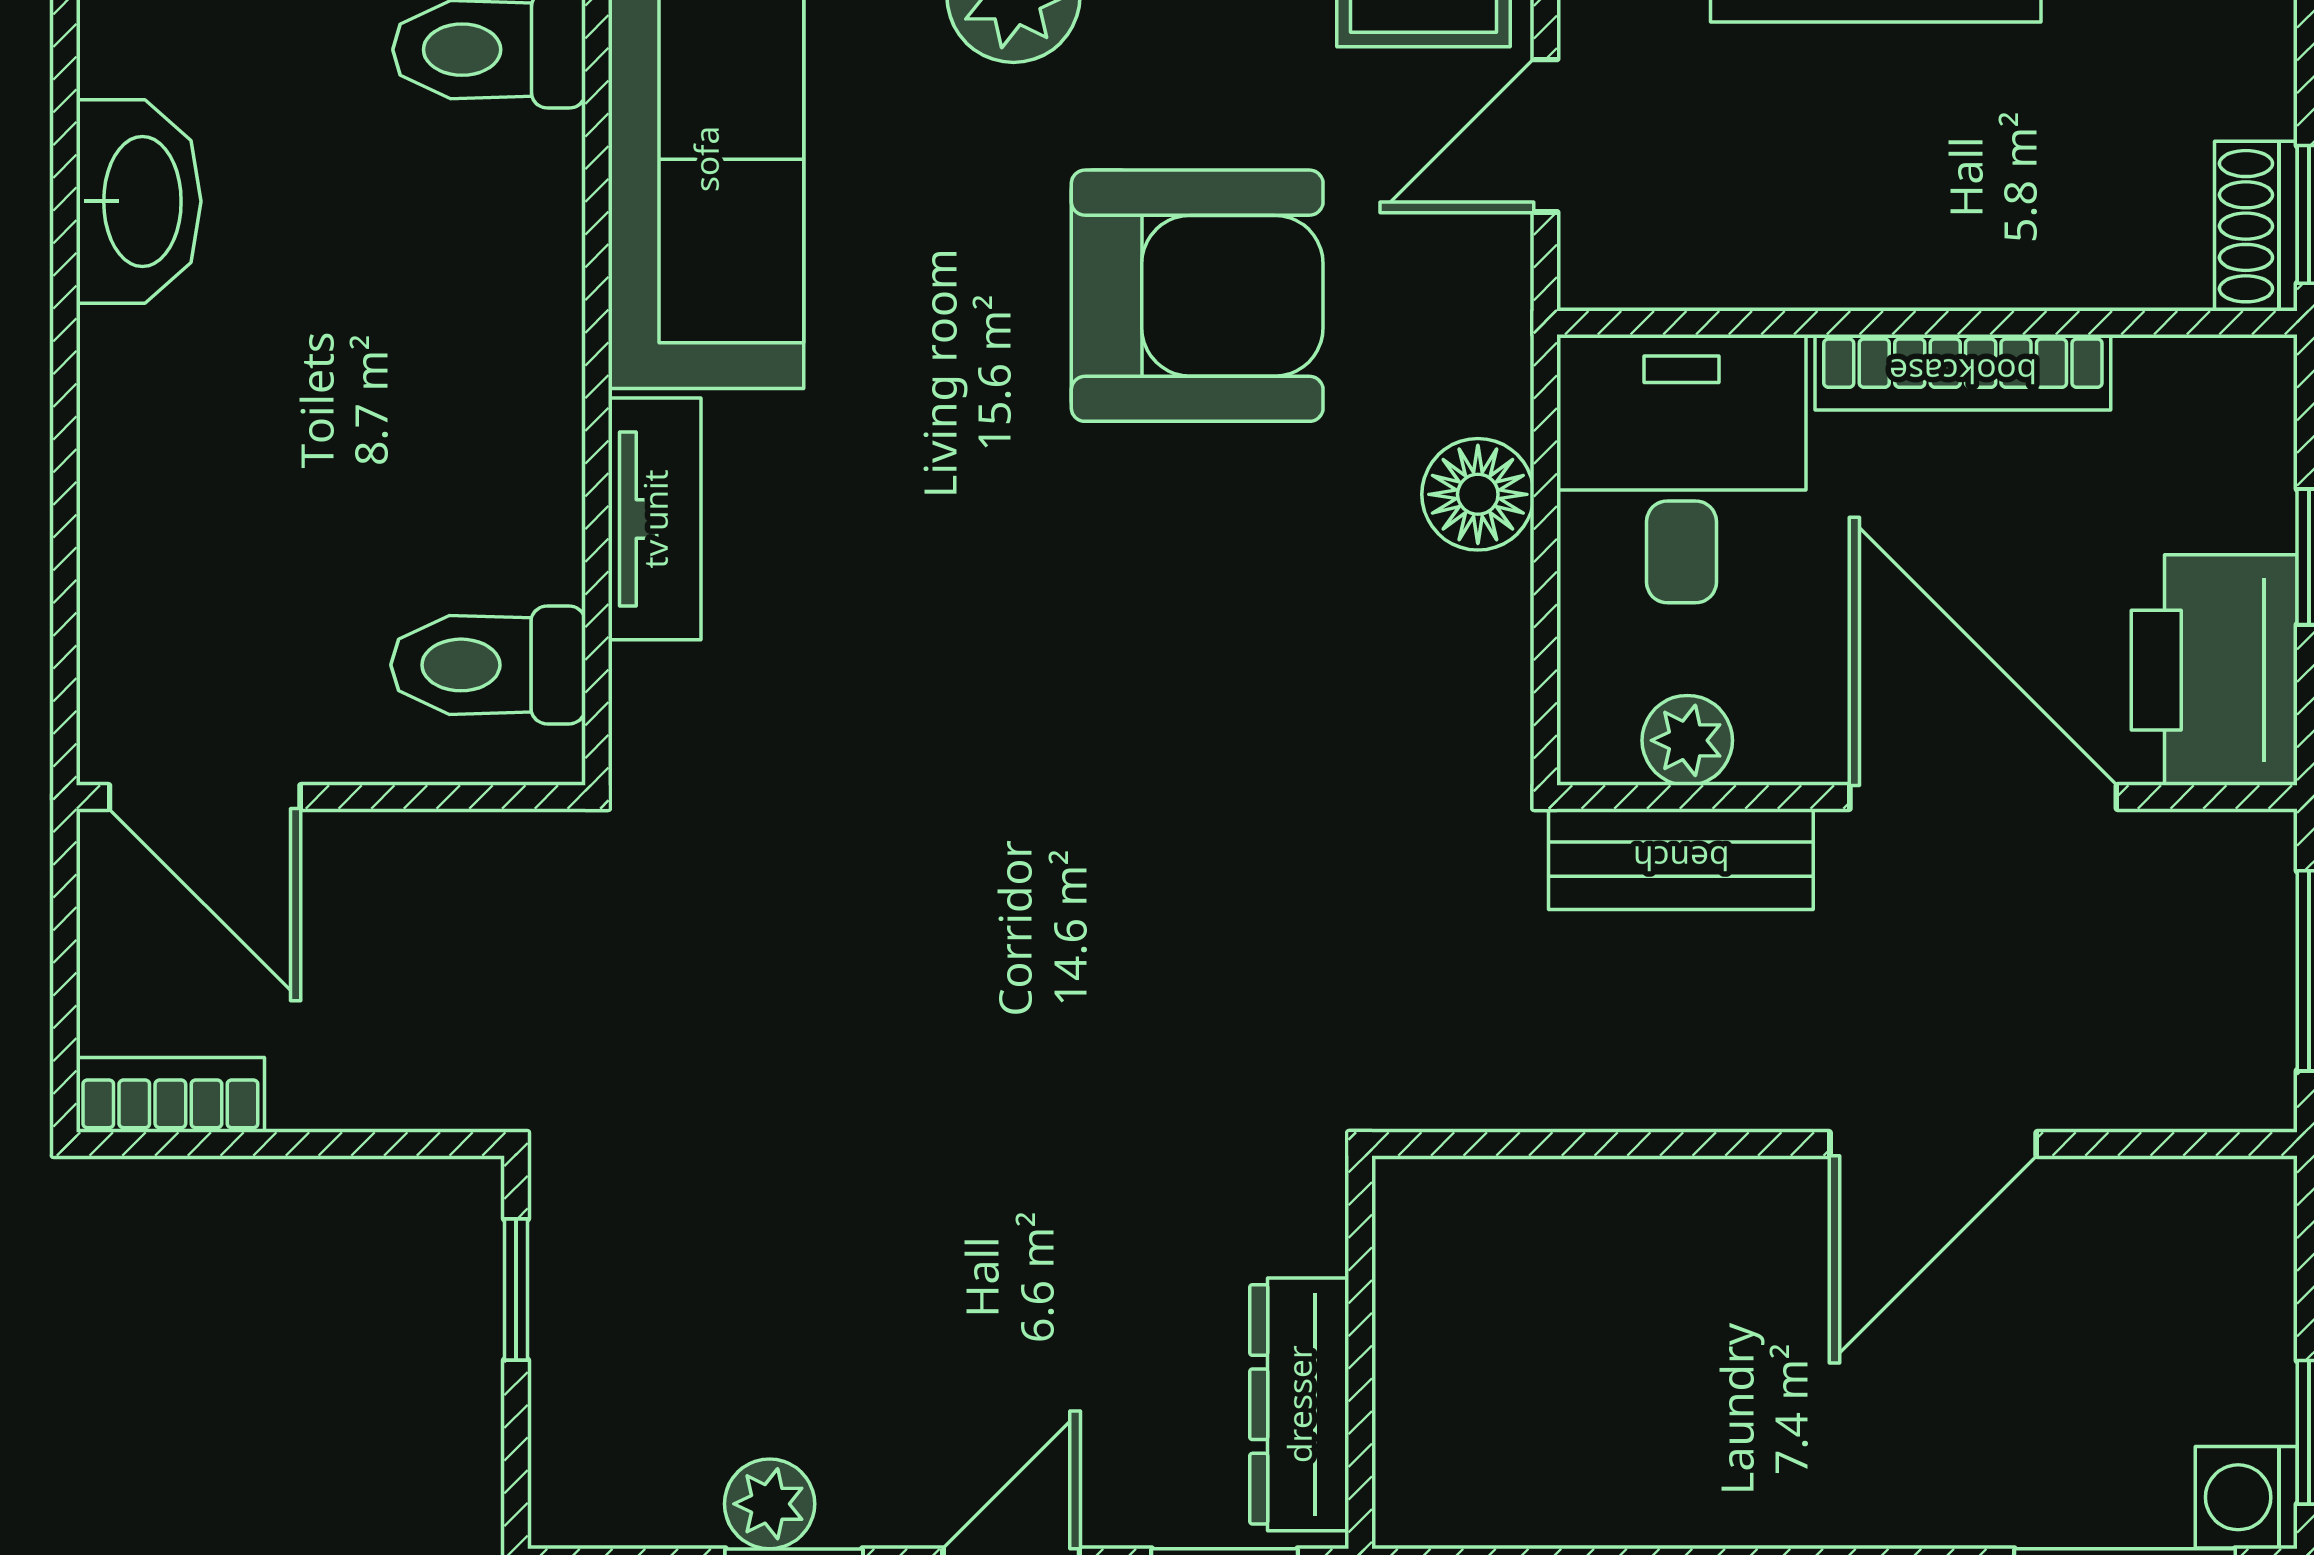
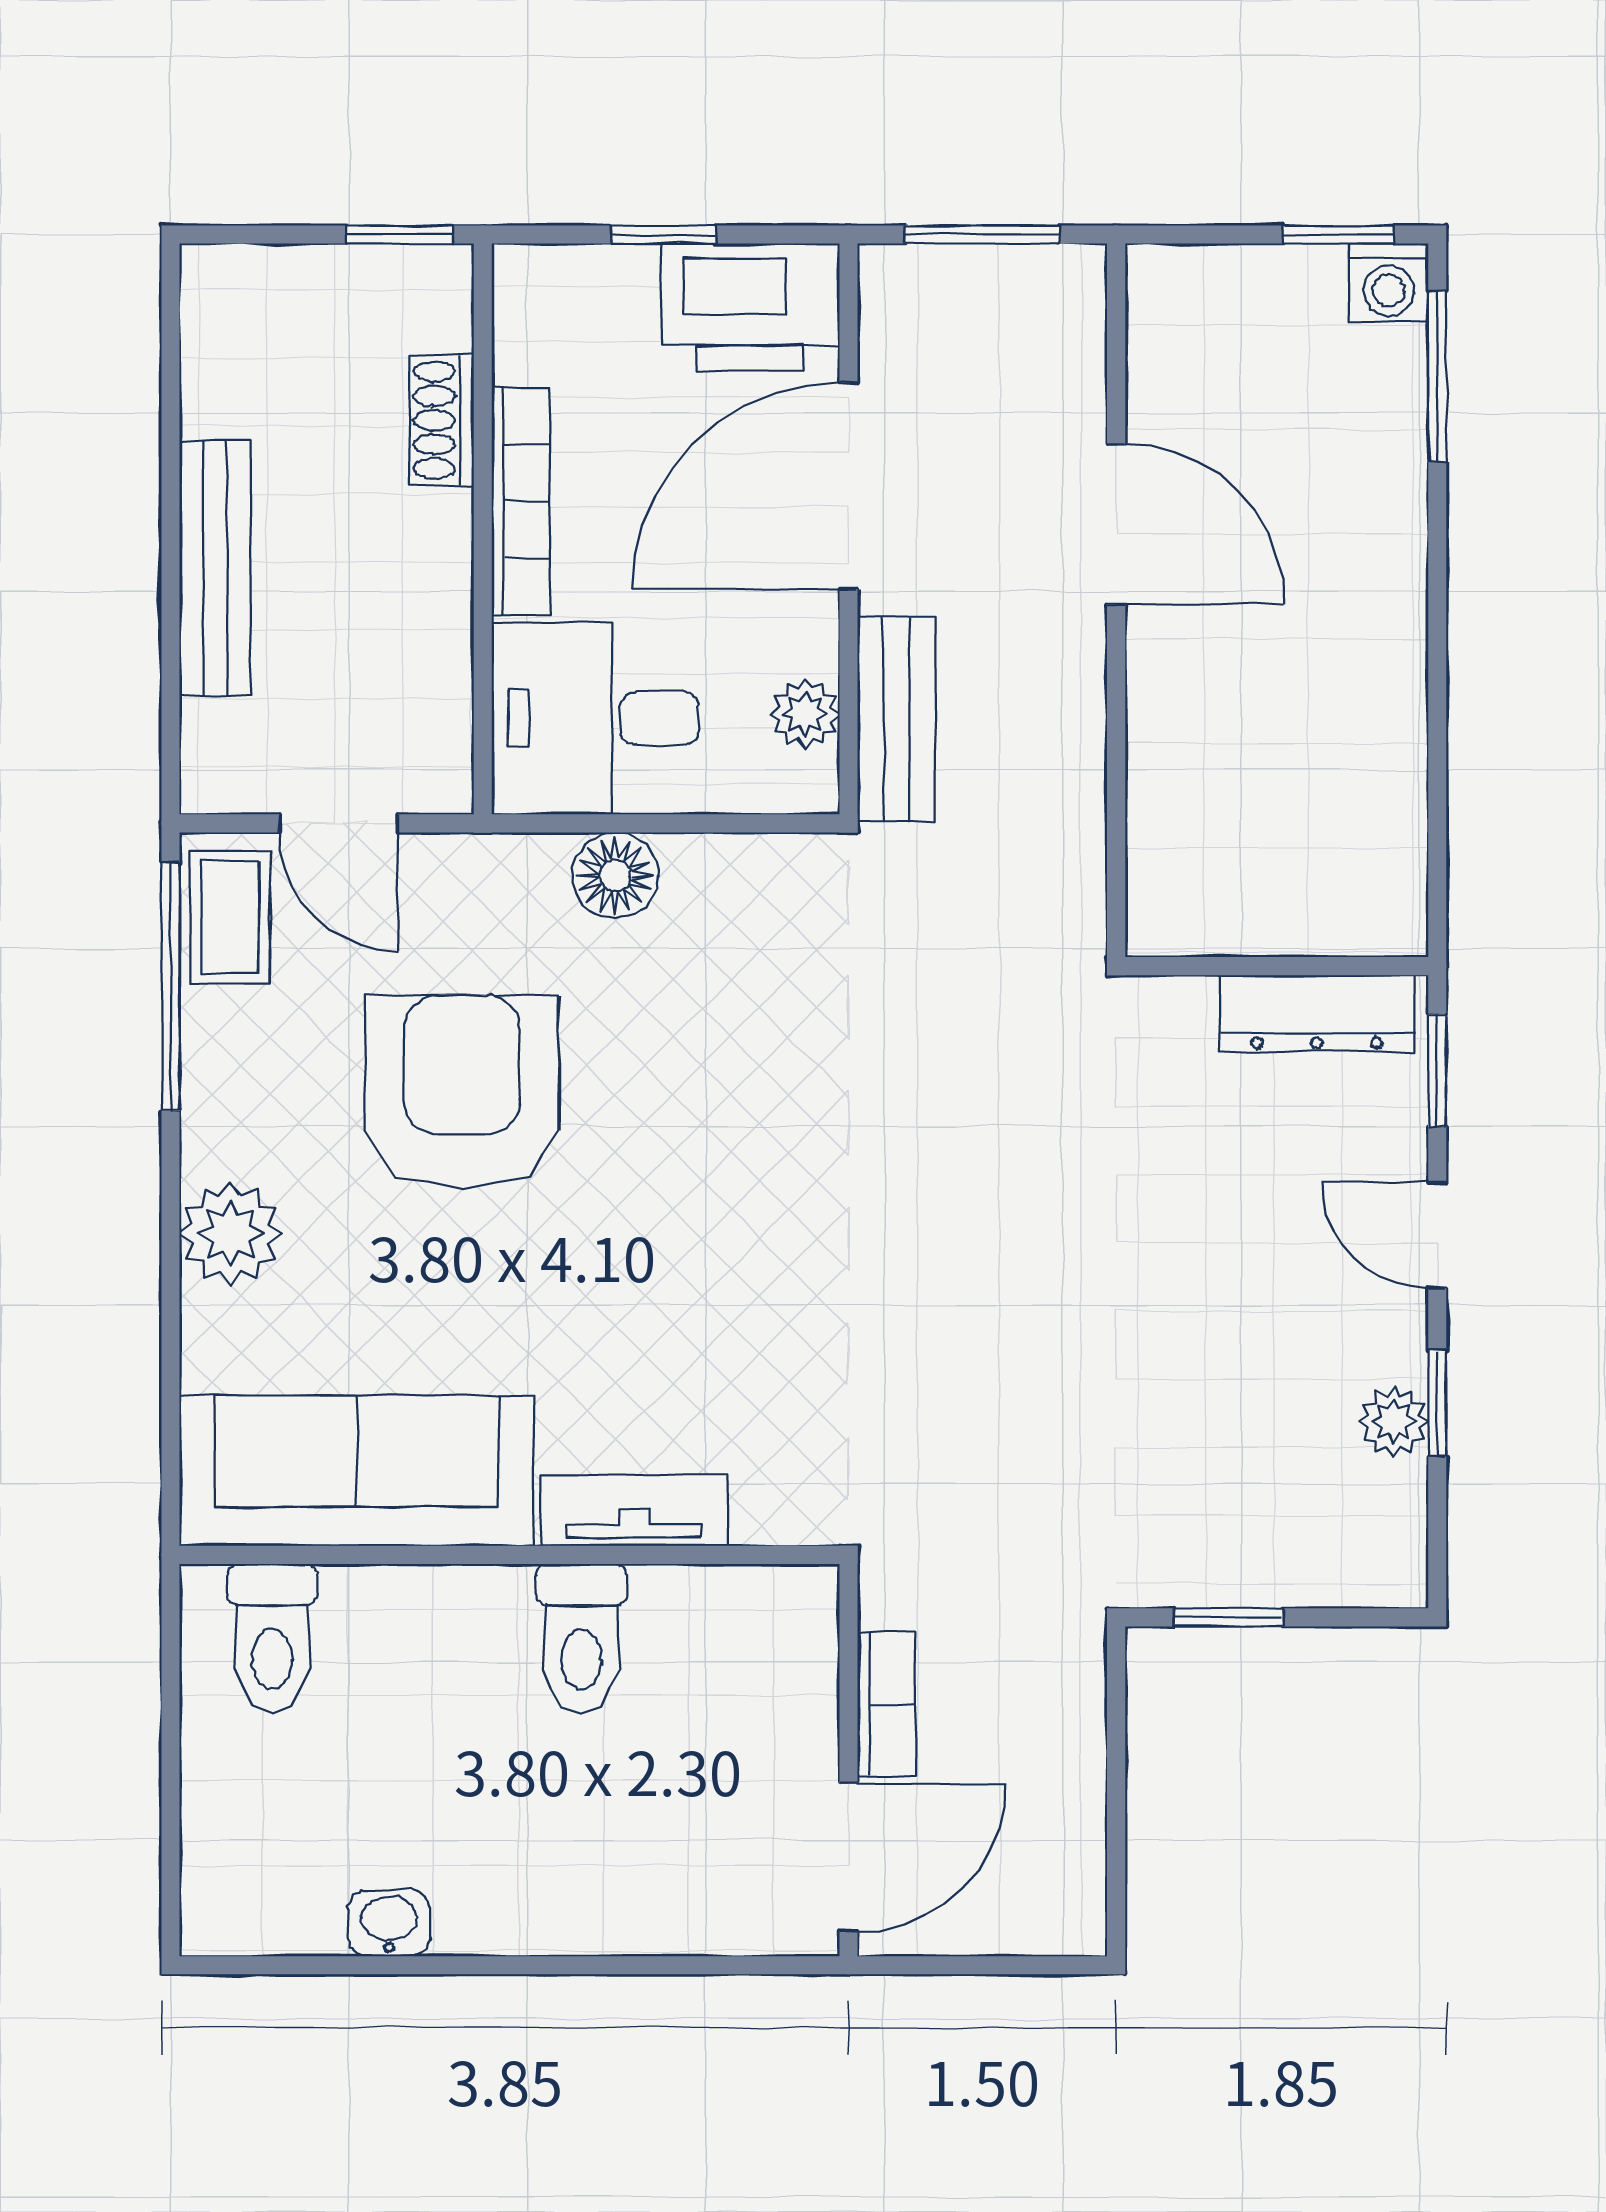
washbasin: (139, 201) -> (389, 1923), width x0.52, depth x0.69
shoe rack: (2256, 226) -> (442, 420), moved, turned 90
toilet: (488, 665) -> (581, 1639), moved
bookcase: (170, 1095) -> (886, 1704), moved, turned 180

